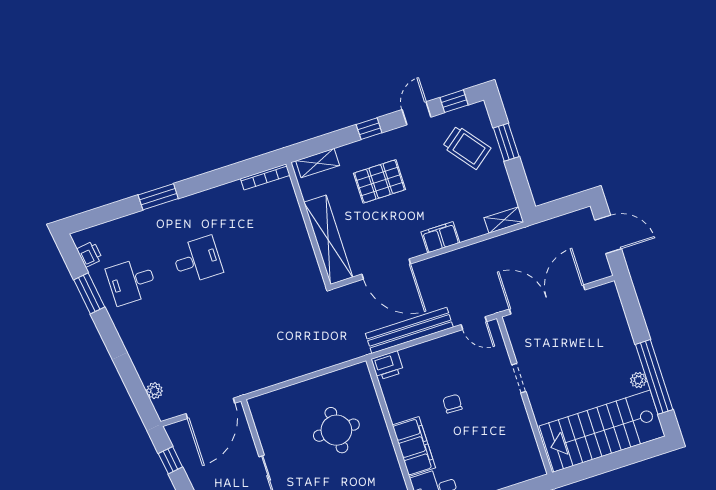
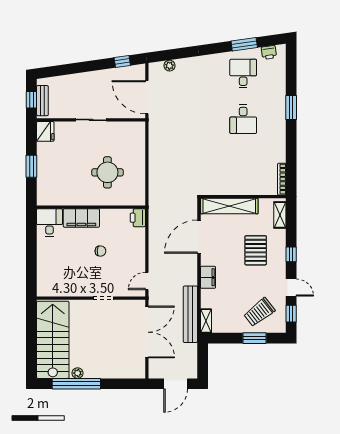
bench: (409, 330) -> (190, 314), moved

